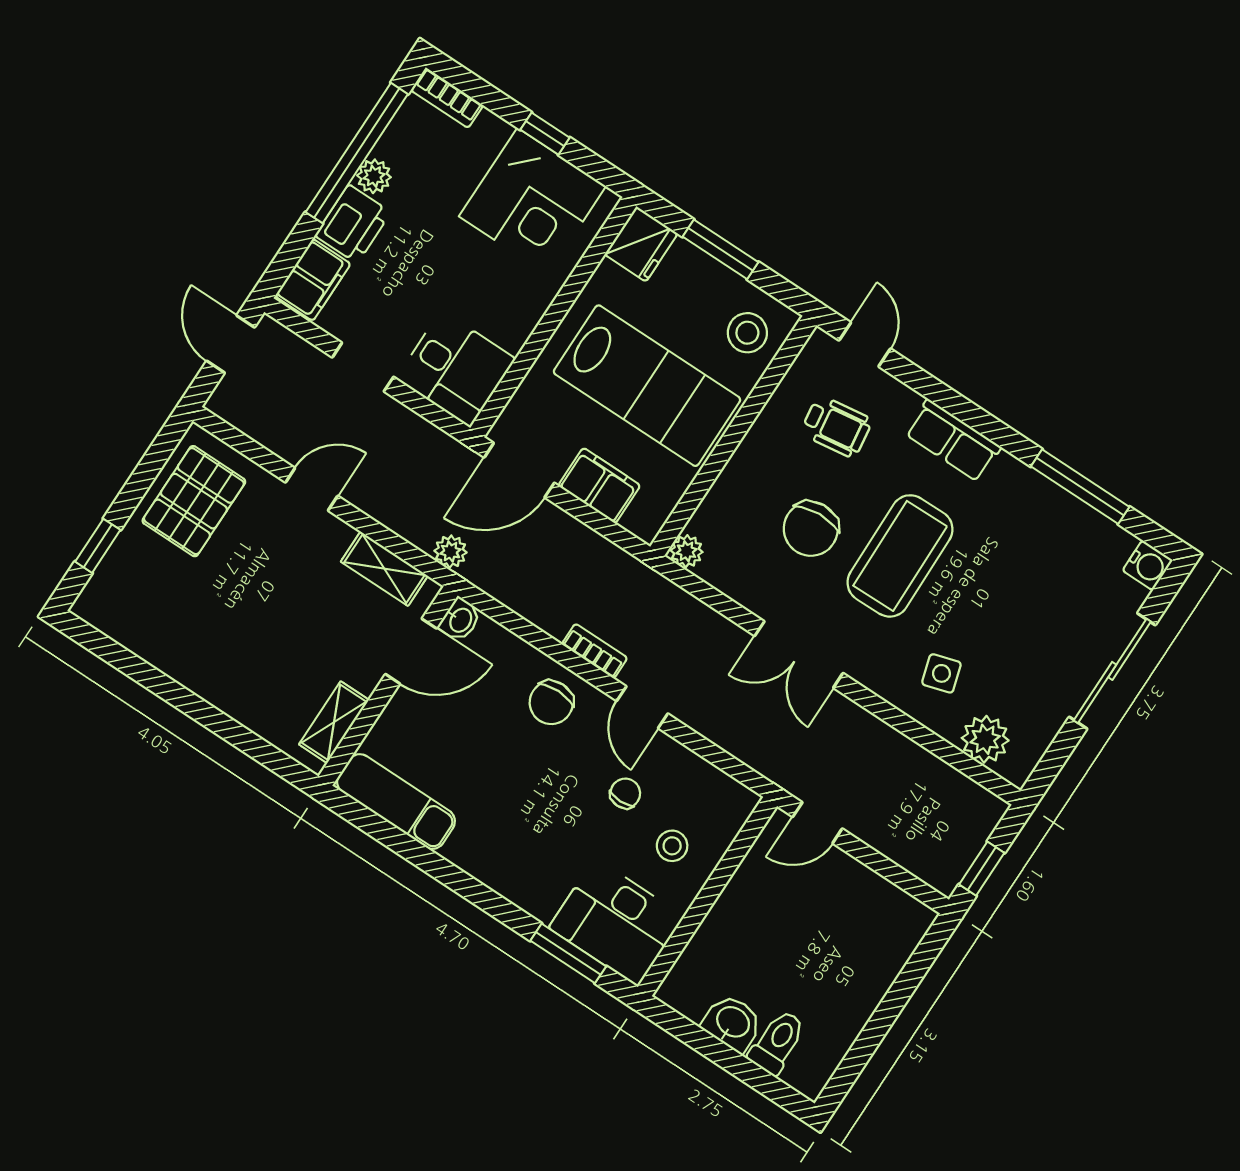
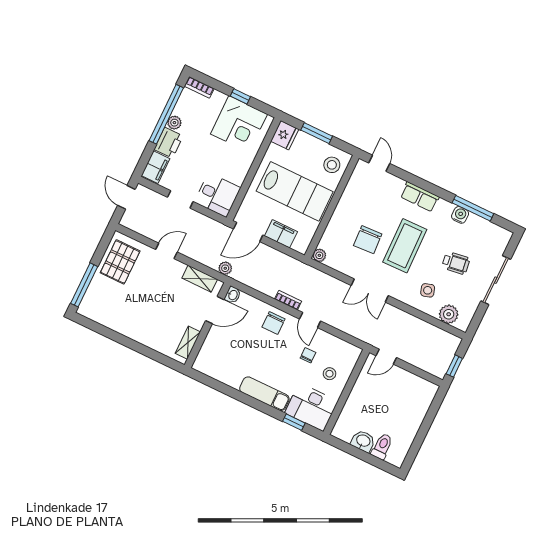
wheelchair: (836, 426) -> (456, 263), moved
window: (98, 546) -> (84, 285), width x2.17
water cooler: (1148, 565) -> (460, 215), moved, turned -90
exam couch: (396, 802) -> (264, 394), moved
window: (568, 953) -> (294, 422), width x0.67

